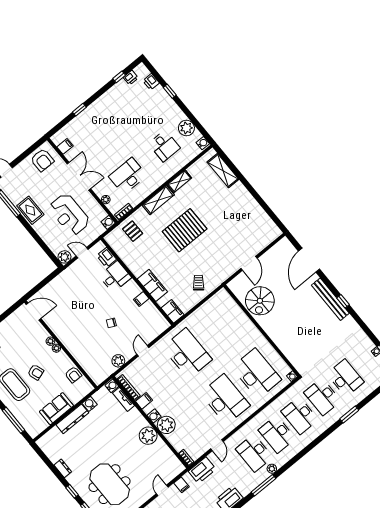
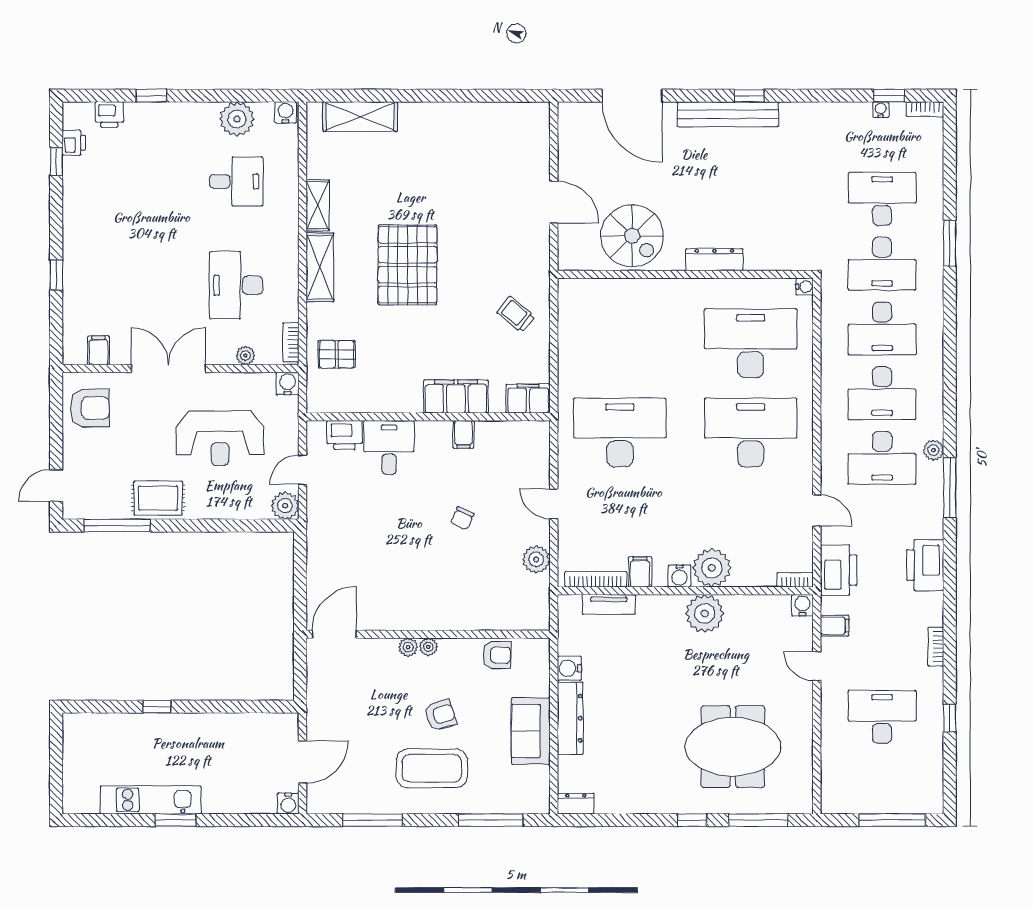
dresser: (275, 337) -> (714, 260), added
water cooler: (112, 386) -> (802, 605), moved
dresser: (63, 468) -> (576, 804), moved

